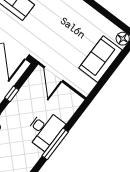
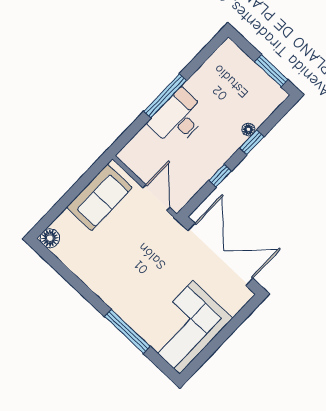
sofa: (100, 59) -> (99, 197), moved

